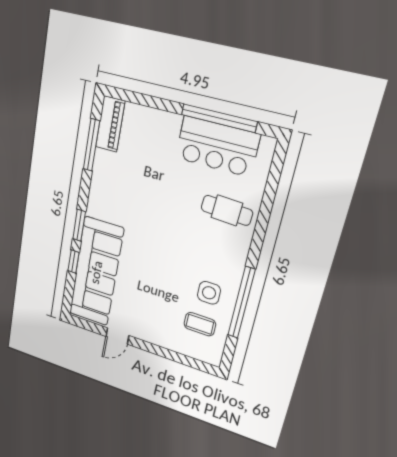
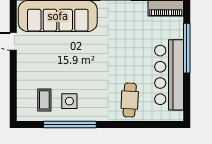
window: (219, 118) -> (187, 48), moved
bar counter: (217, 146) -> (169, 75), width x1.36

